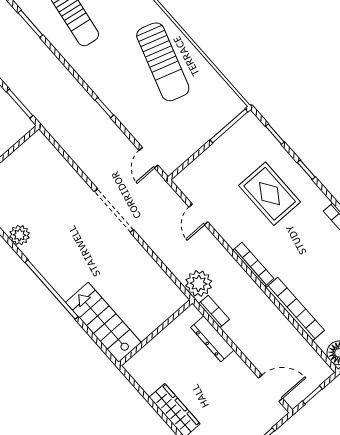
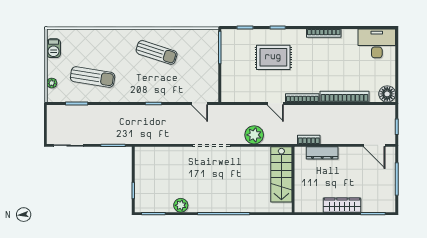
sun lounger: (163, 62) -> (157, 52), width x0.73, depth x0.75
door: (198, 214) -> (275, 103), moved
plant: (199, 284) -> (254, 135), moved
stairs: (103, 322) -> (281, 174), moved, turned -90
door: (270, 388) -> (374, 145), swing flipped

